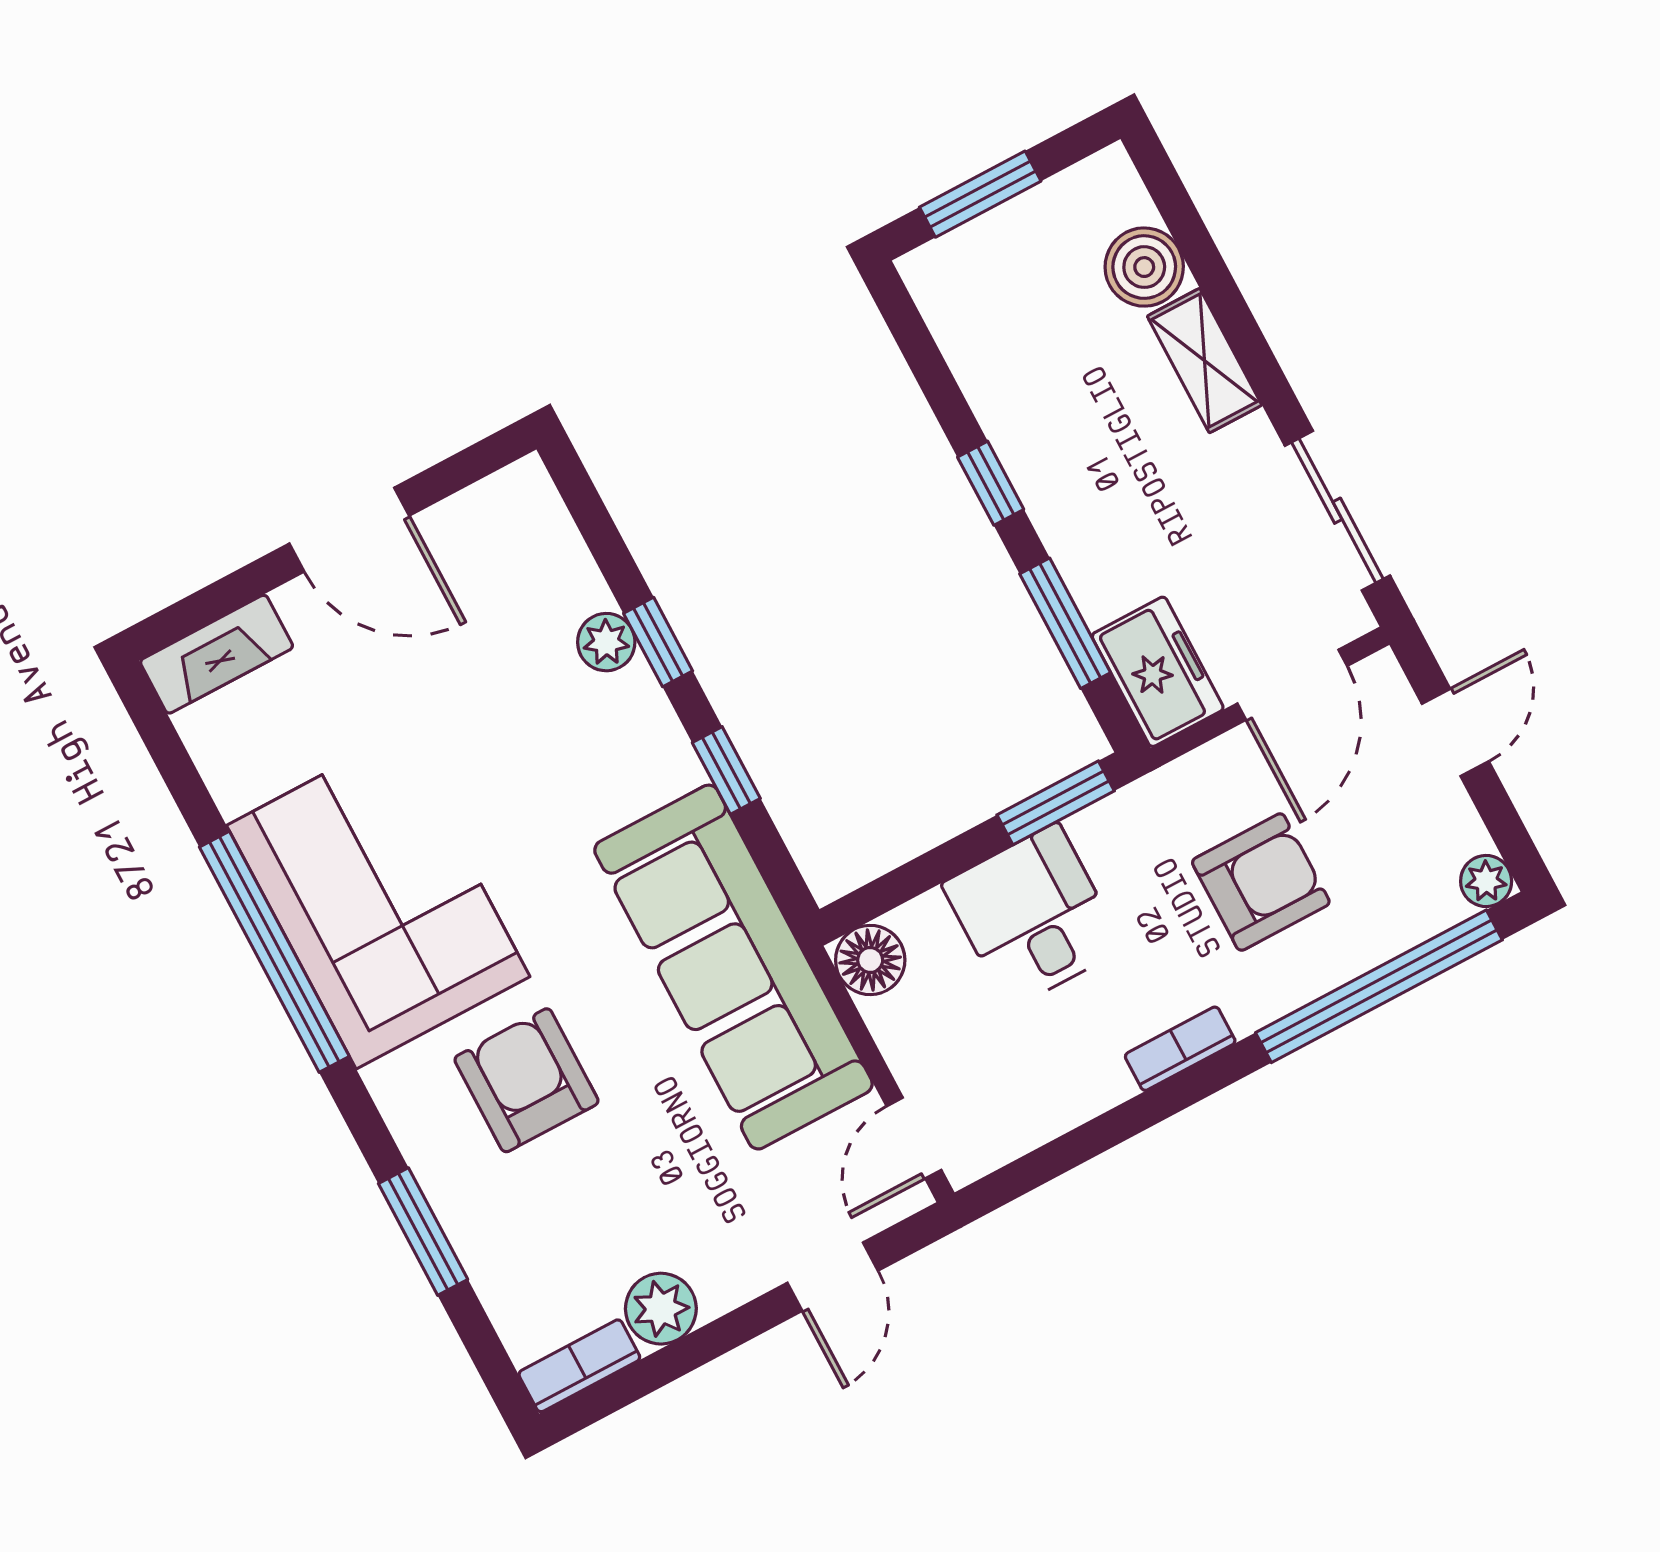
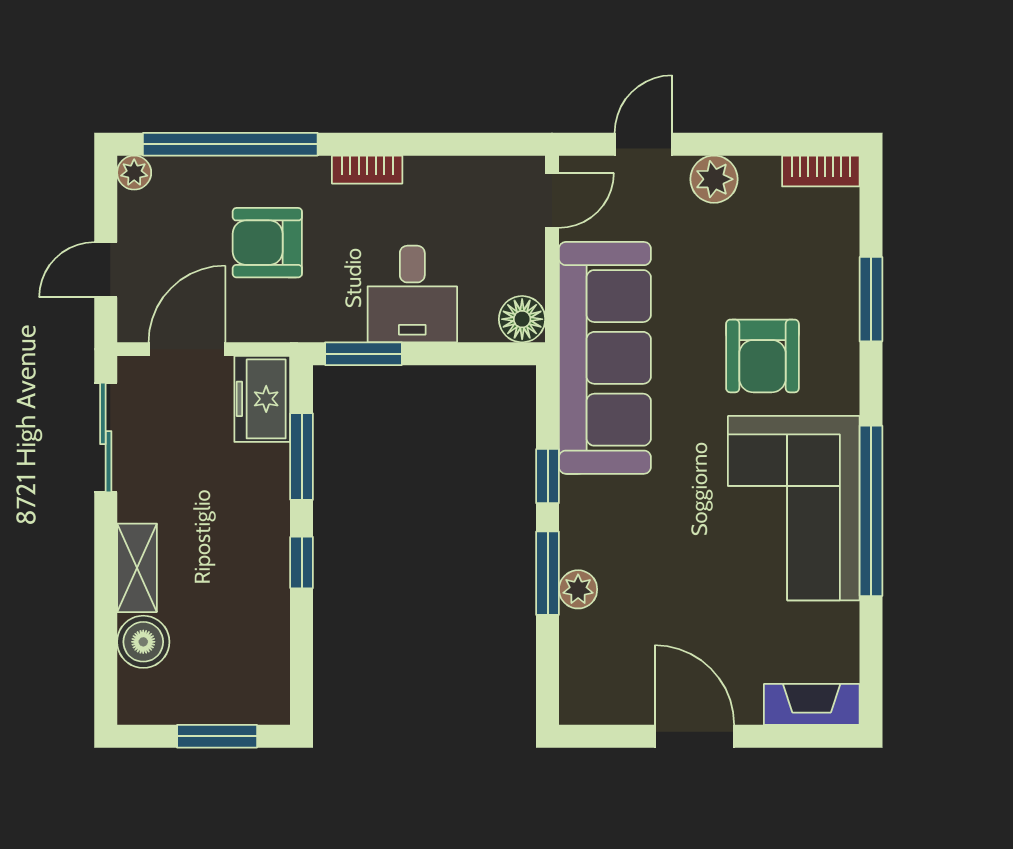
window: (658, 642) -> (548, 573), width x1.50
plant: (661, 1309) -> (714, 179), moved

